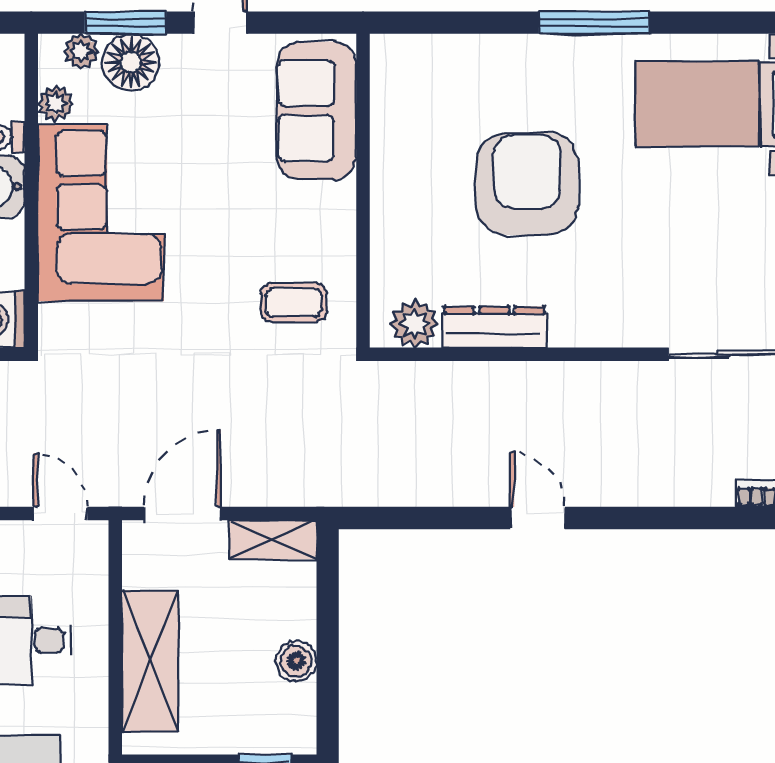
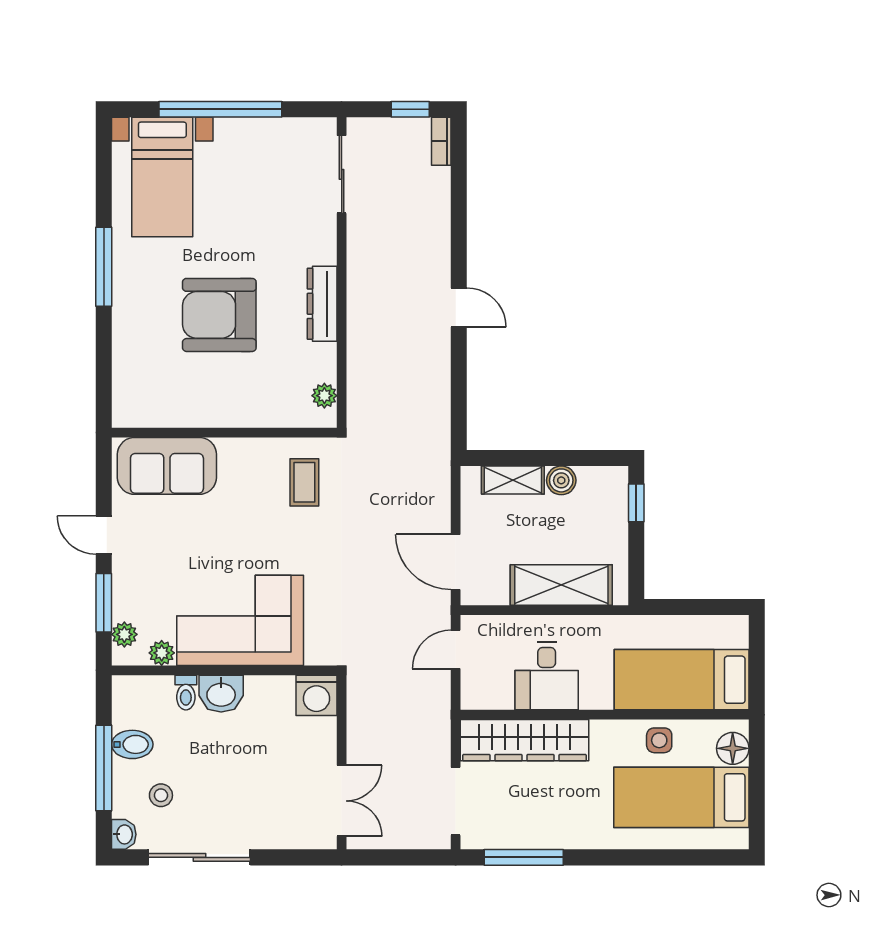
floor lamp: (131, 62) -> (132, 599), removed
plant: (415, 324) -> (324, 396), width x0.73, depth x0.73
dresser: (494, 327) -> (322, 304), moved
door: (538, 518) -> (459, 307), swing flipped
shelving: (273, 540) -> (513, 480), moved, turned 90

